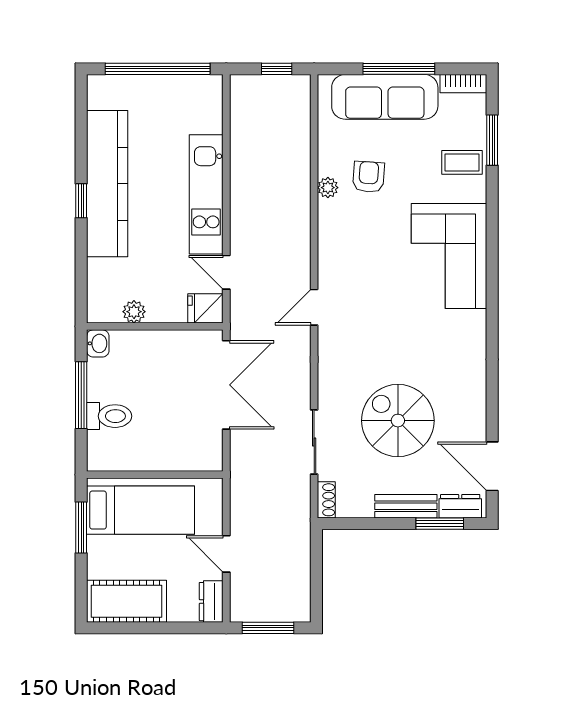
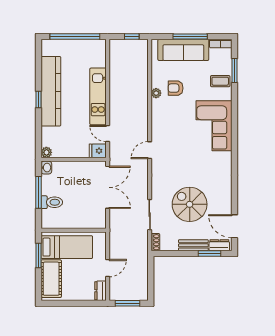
armchair: (369, 177) -> (176, 88), turned -94
plant: (134, 312) -> (46, 152), moved
door: (226, 554) -> (108, 268), swing flipped
cot: (127, 601) -> (51, 279), moved, turned 90

